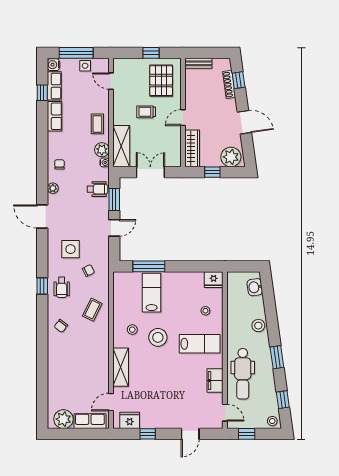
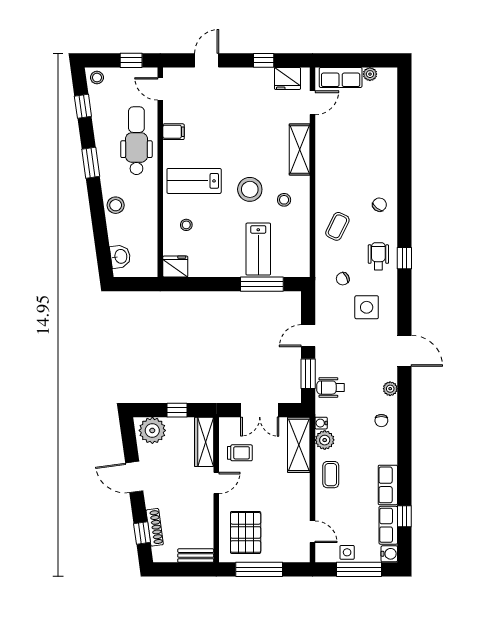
window: (151, 53) -> (259, 569), width x2.17
trolley: (146, 112) -> (240, 453), moved
filing cabinet: (215, 381) -> (174, 132), width x0.50
plant: (63, 419) -> (370, 74), width x0.53, depth x0.53

